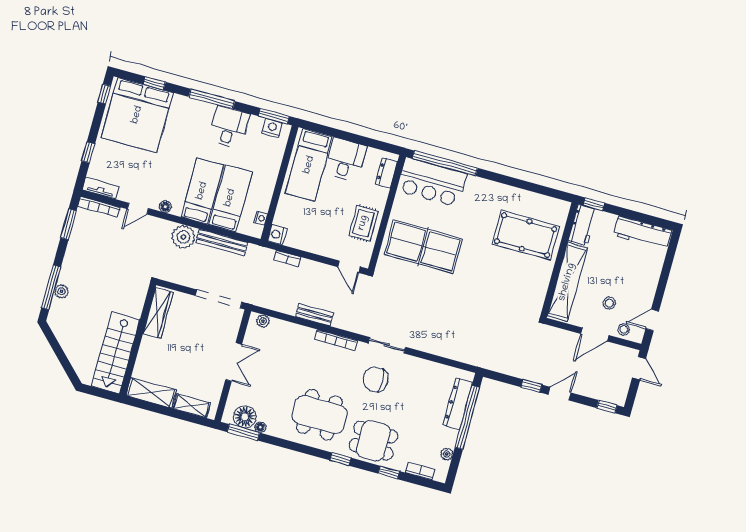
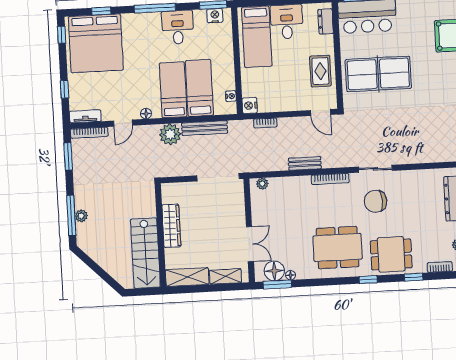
wardrobe: (158, 313) -> (171, 226), moved
double door: (234, 362) -> (250, 244), moved

